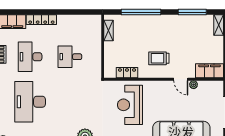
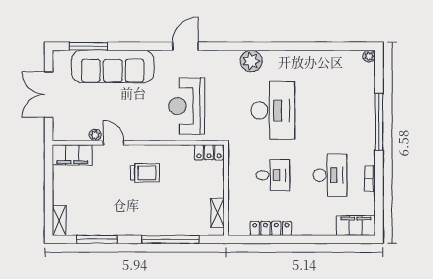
locker: (41, 20) -> (271, 228), moved
locker: (127, 73) -> (209, 152), moved
desk: (30, 102) -> (273, 110), moved
reception desk: (130, 105) -> (187, 106), turned 180

